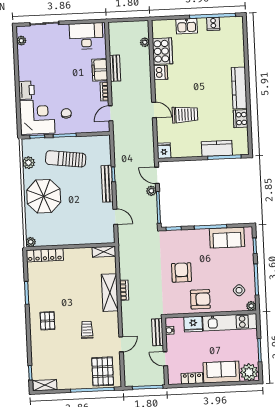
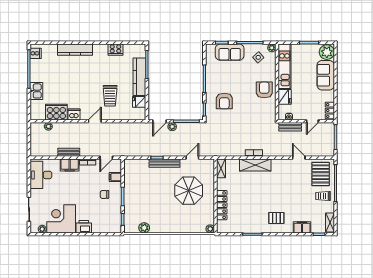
cooker: (213, 24) -> (36, 53), moved
kitchen counter: (239, 88) -> (75, 50), moved
door: (154, 110) -> (95, 121), moved
door: (111, 113) -> (106, 158), hinge flipped
trolley: (185, 115) -> (110, 96), turned 180
corner desk: (37, 117) -> (61, 219), moved
filing cabinet: (88, 125) -> (115, 177), added
kitchen counter: (217, 148) -> (139, 77), width x1.50
fridge: (164, 151) -> (139, 102), moved
sun lounger: (66, 159) -> (142, 197), removed
parasol: (44, 196) -> (189, 191), moved
sofa: (227, 237) -> (230, 52), moved, turned 90
locker: (45, 255) -> (222, 205), moved
armchair: (182, 272) -> (224, 101), moved, turned -90
trolley: (87, 330) -> (323, 196), moved
filing cabinet: (38, 352) -> (302, 227), added
pallet: (103, 371) -> (321, 174), turned 90
locker: (192, 378) -> (330, 111), moved

